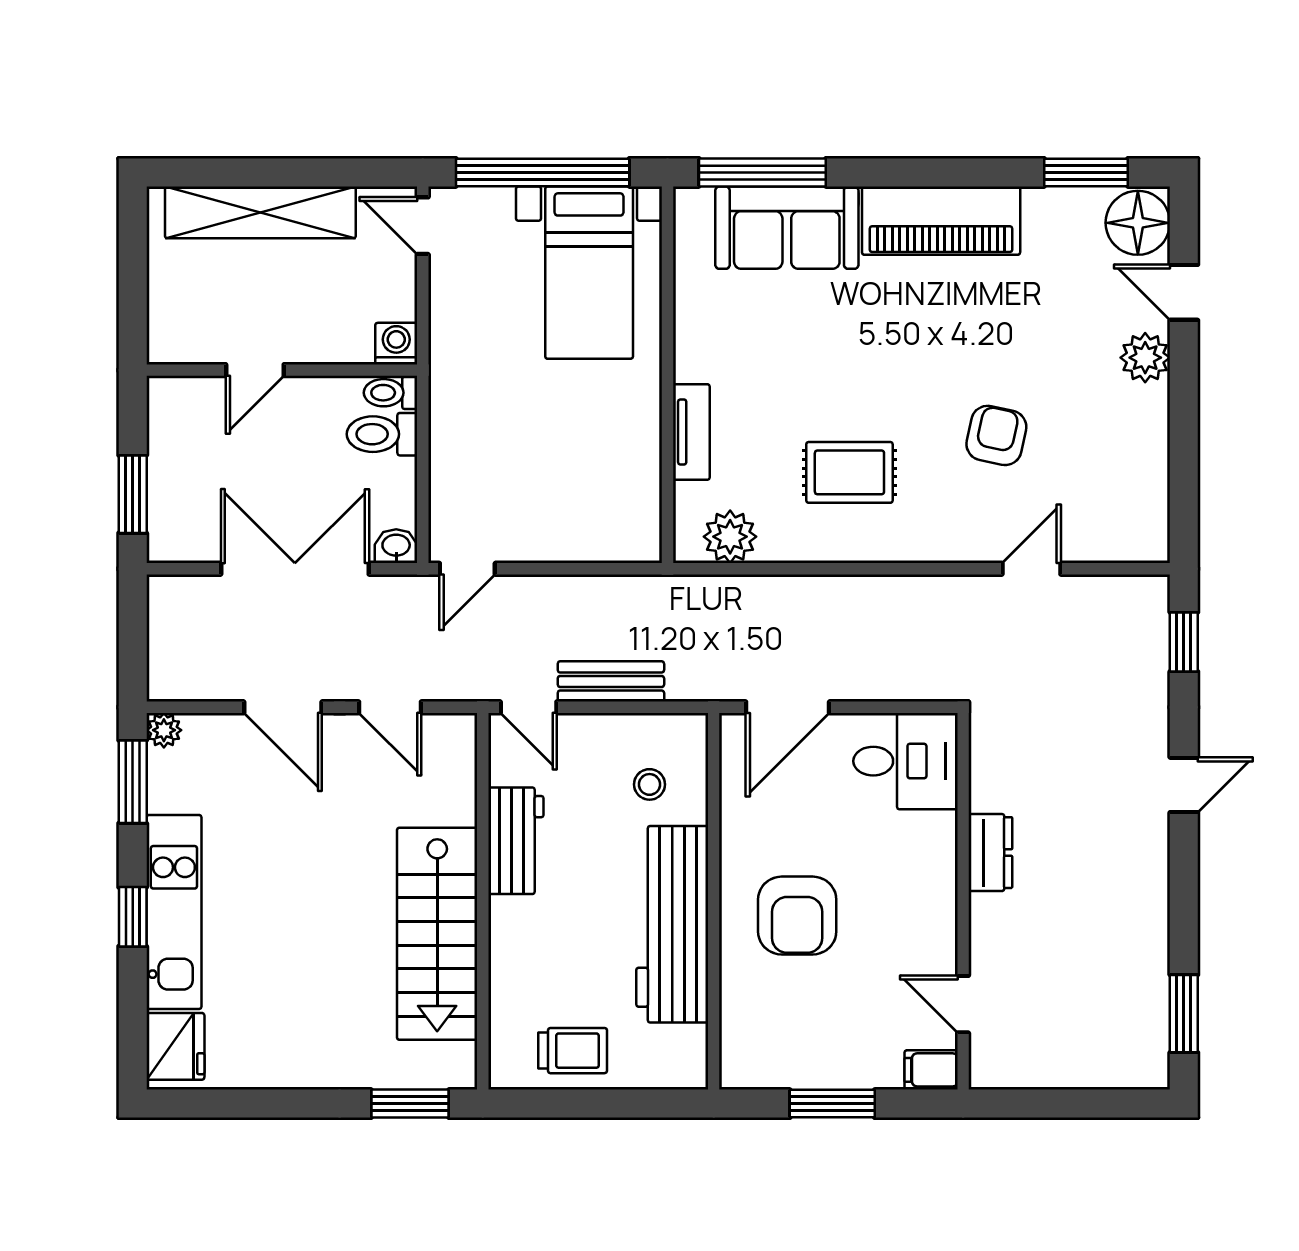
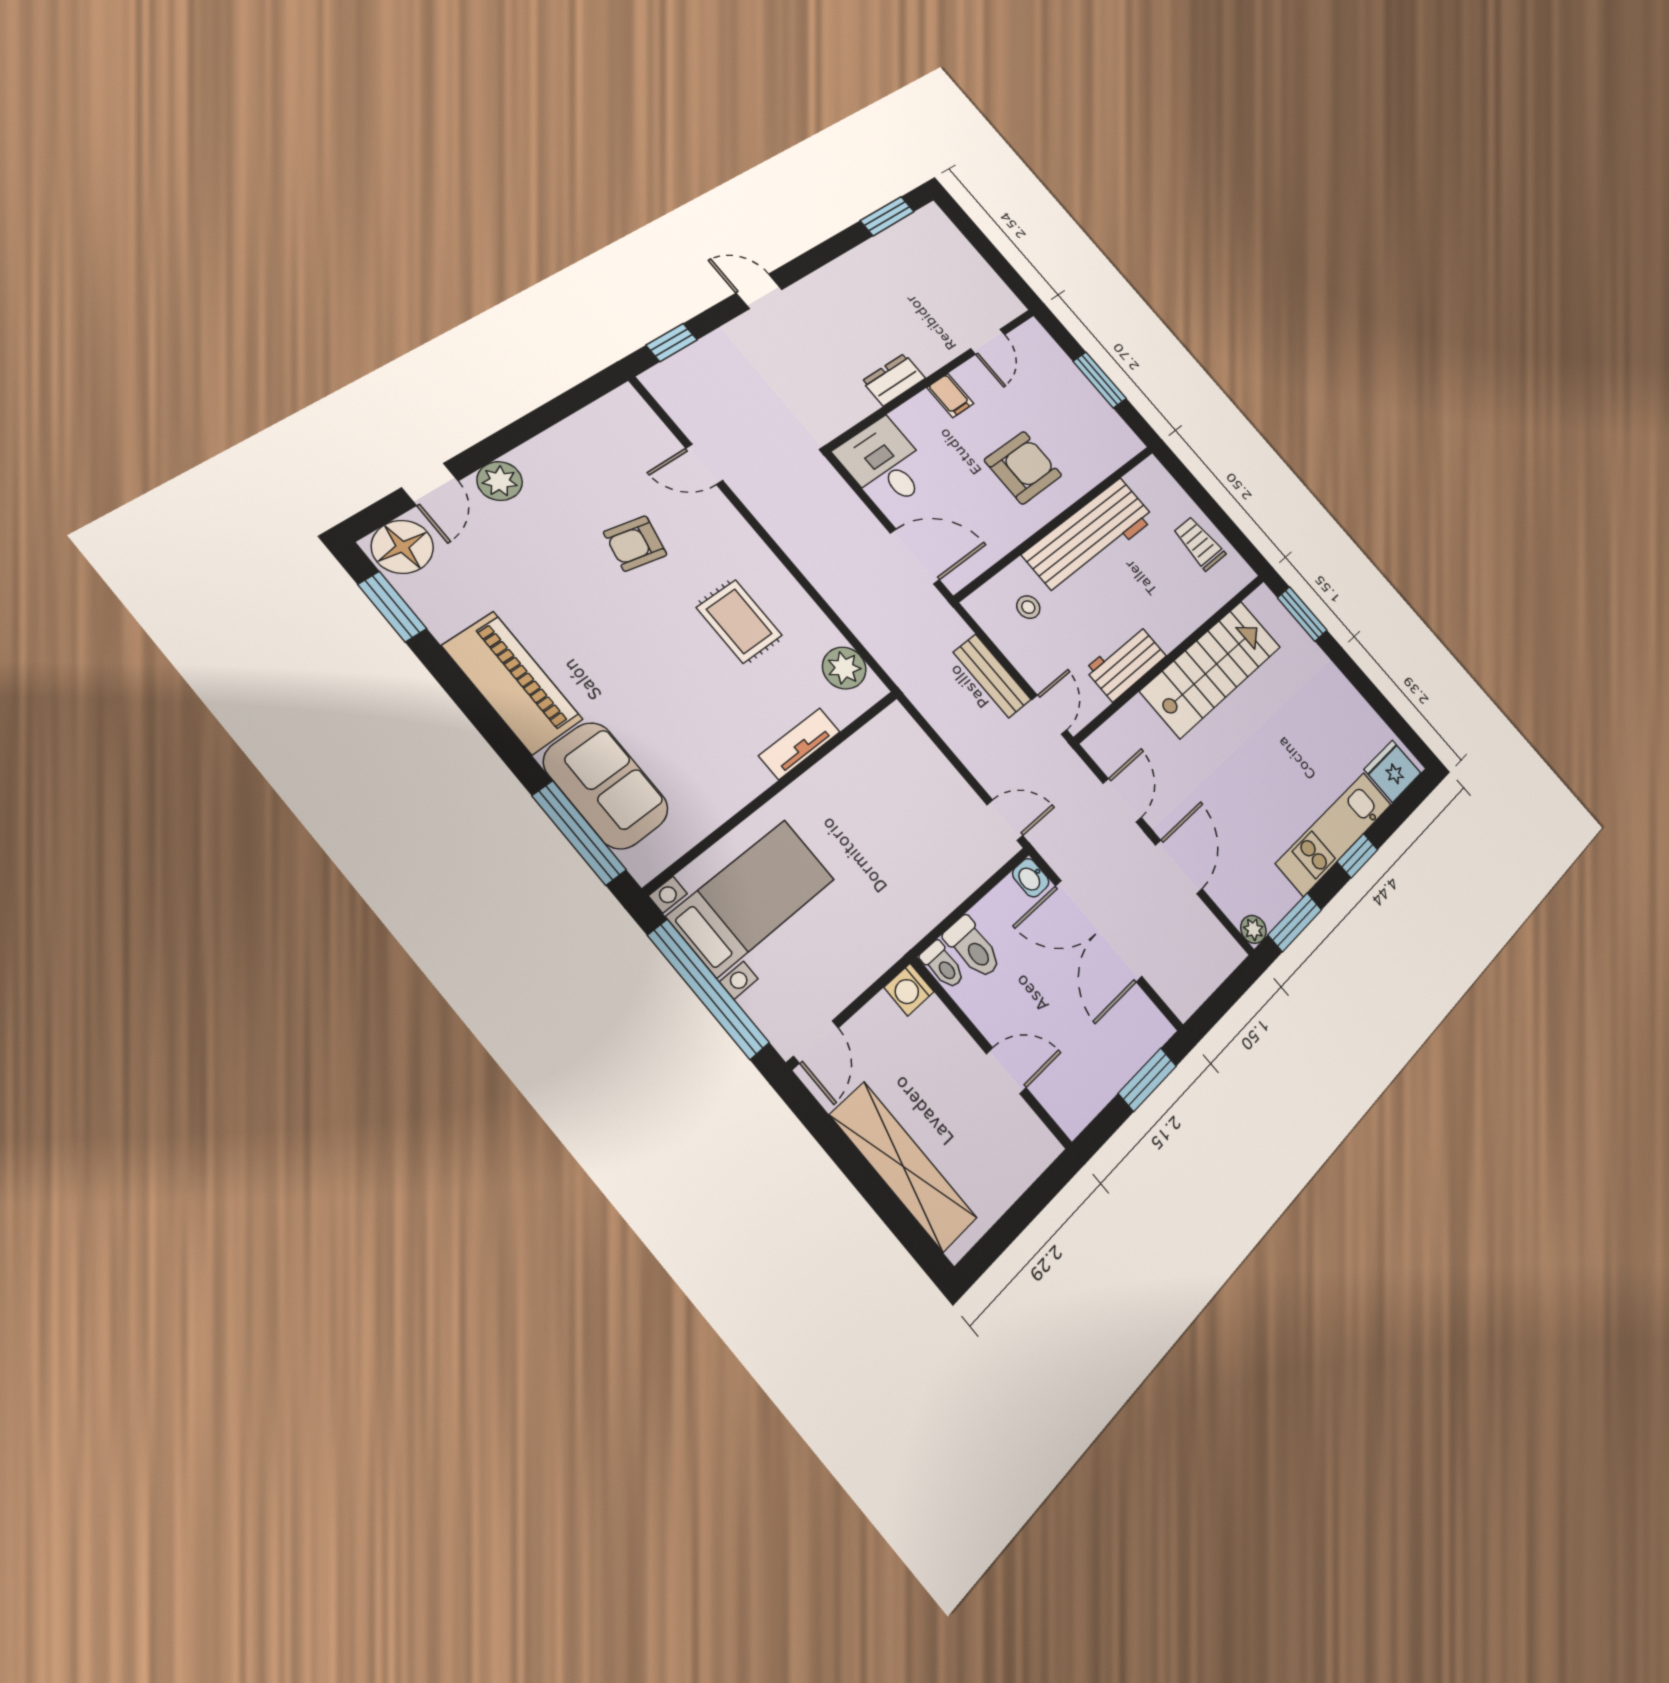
filing cabinet: (931, 1070) -> (950, 396), moved

